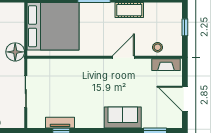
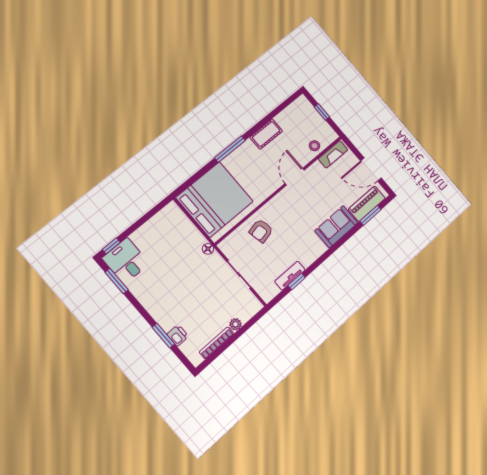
floor lamp: (15, 52) -> (208, 249), width x0.53, depth x0.53
armchair: (67, 75) -> (261, 231), added
piano: (160, 120) -> (367, 204), added

